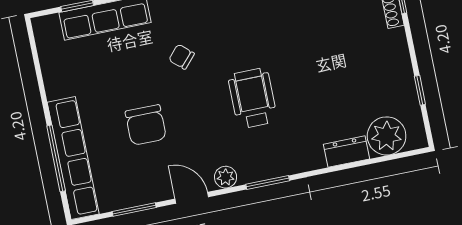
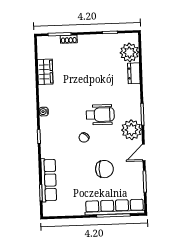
chair: (182, 57) -> (84, 137), moved
wheelchair: (253, 98) -> (100, 115), turned 180
plant: (226, 177) -> (131, 130), width x1.87, depth x1.87

